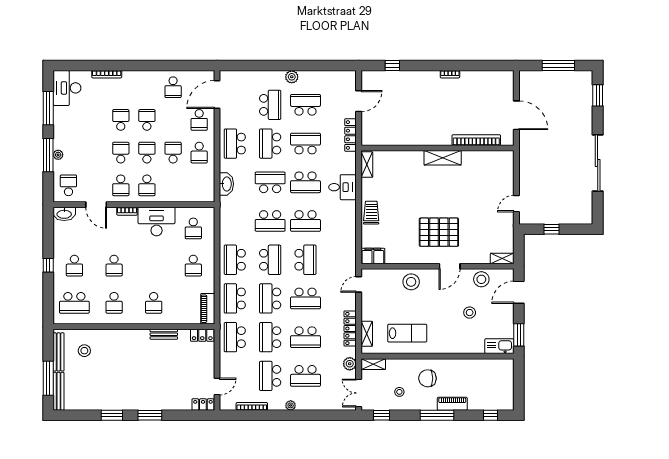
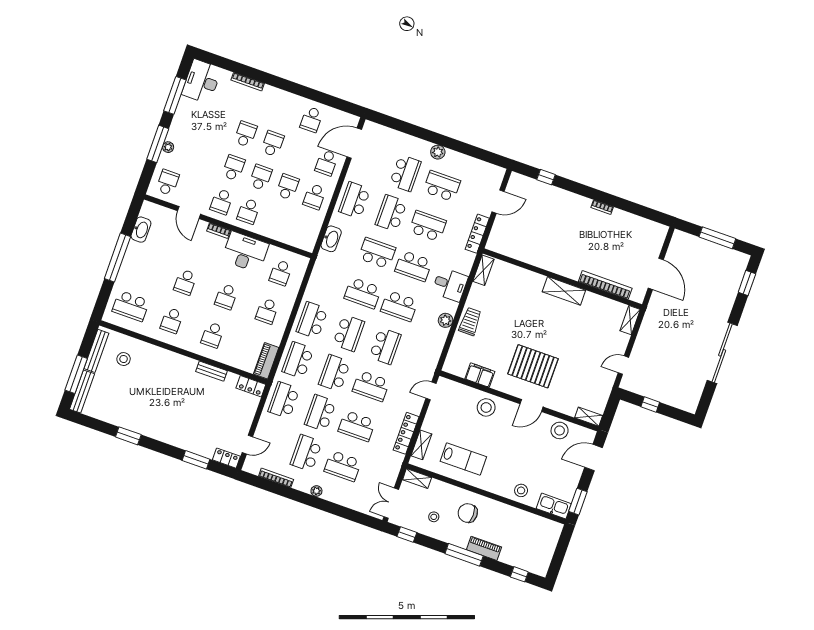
shelving: (508, 163) -> (630, 320), added
washbasin: (64, 214) -> (141, 230), moved, turned -90
filing cabinet: (373, 256) -> (480, 375), moved
window: (48, 265) -> (117, 258), width x3.17
school desk: (74, 266) -> (226, 297), moved
stool: (470, 313) -> (521, 490), moved
plant: (350, 364) -> (446, 320), moved
window: (150, 415) -> (196, 460), moved

